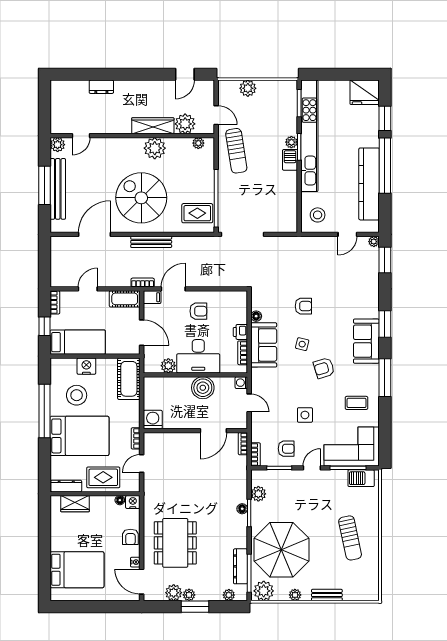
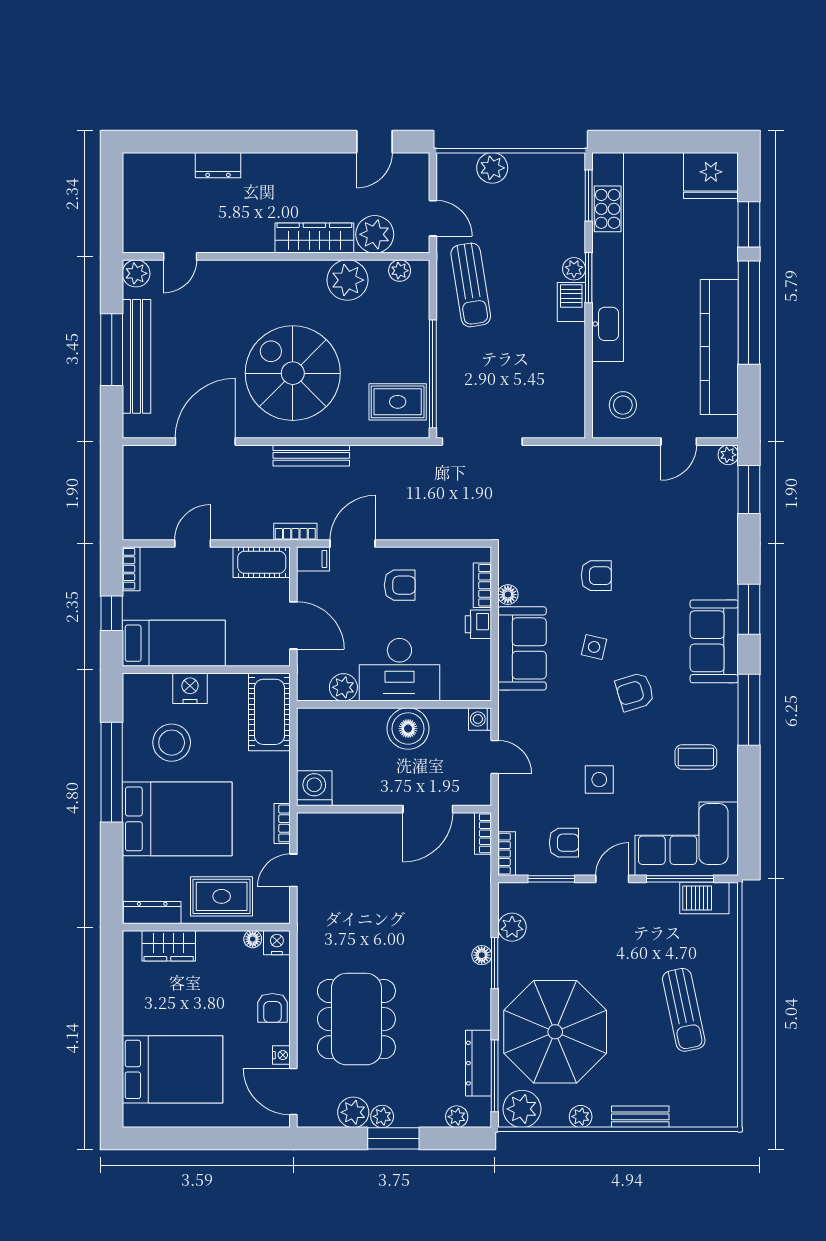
plant: (155, 148) -> (347, 280), moved
bookcase: (243, 353) -> (482, 585), moved

